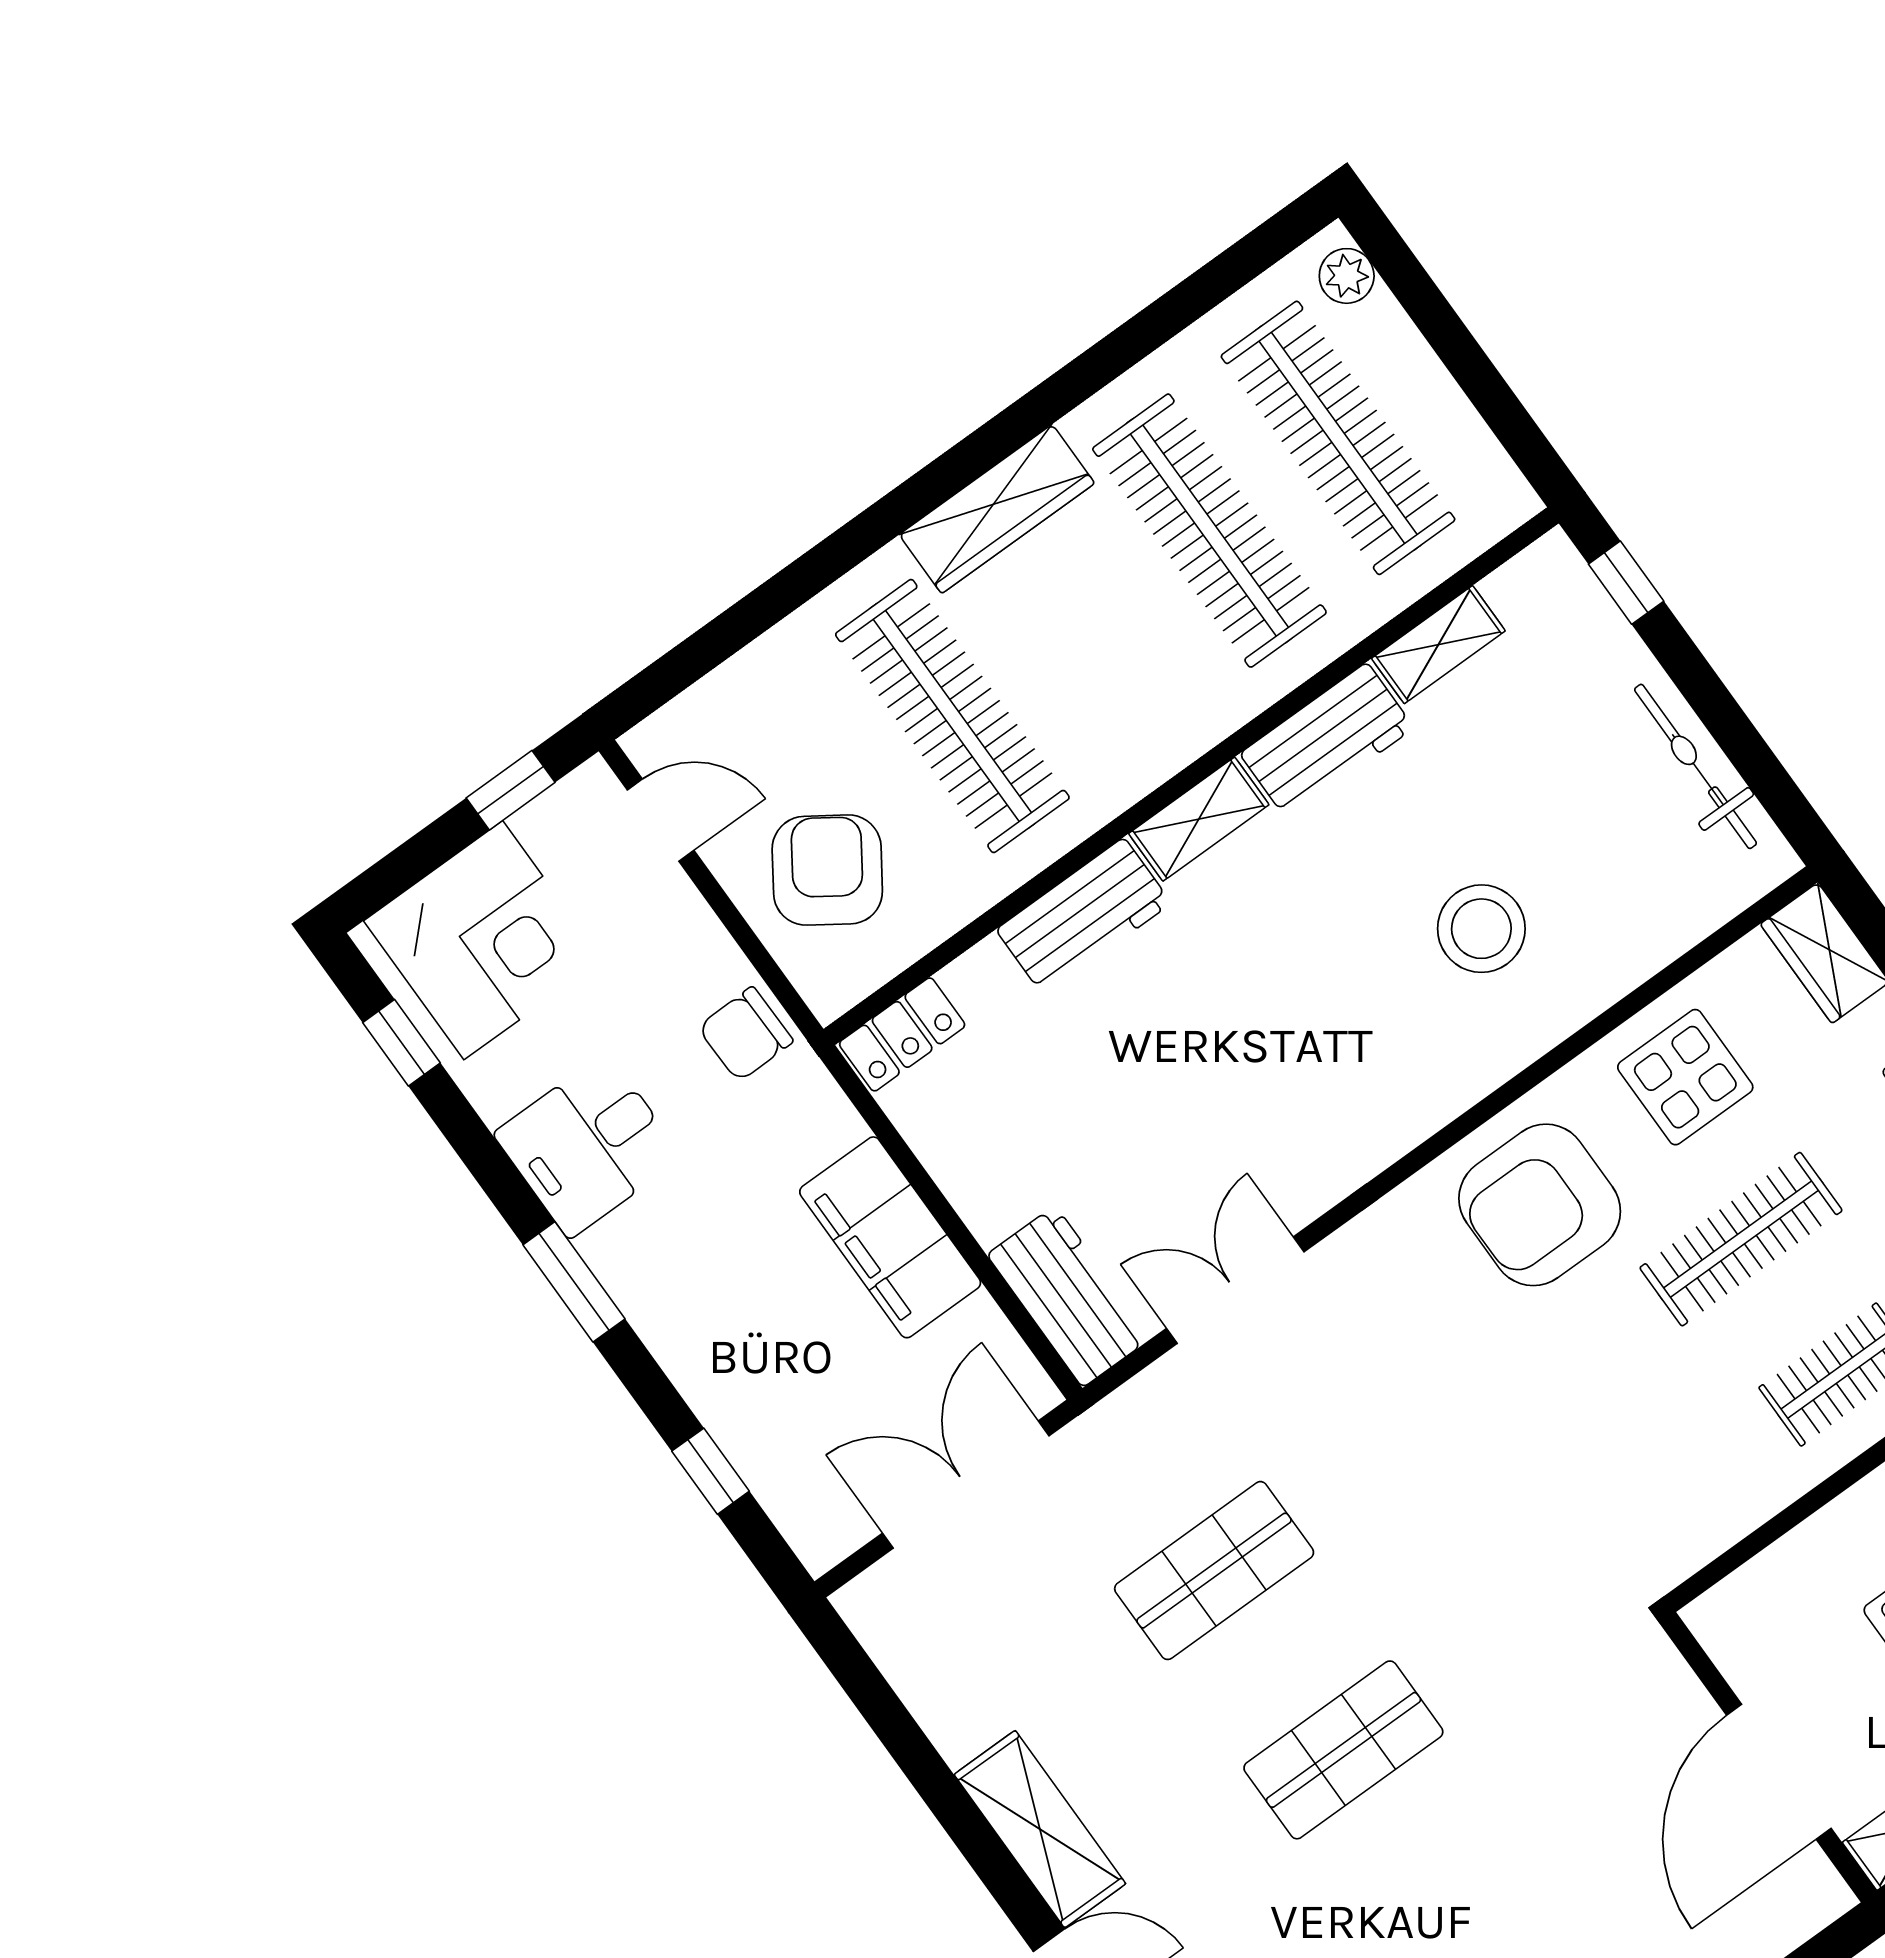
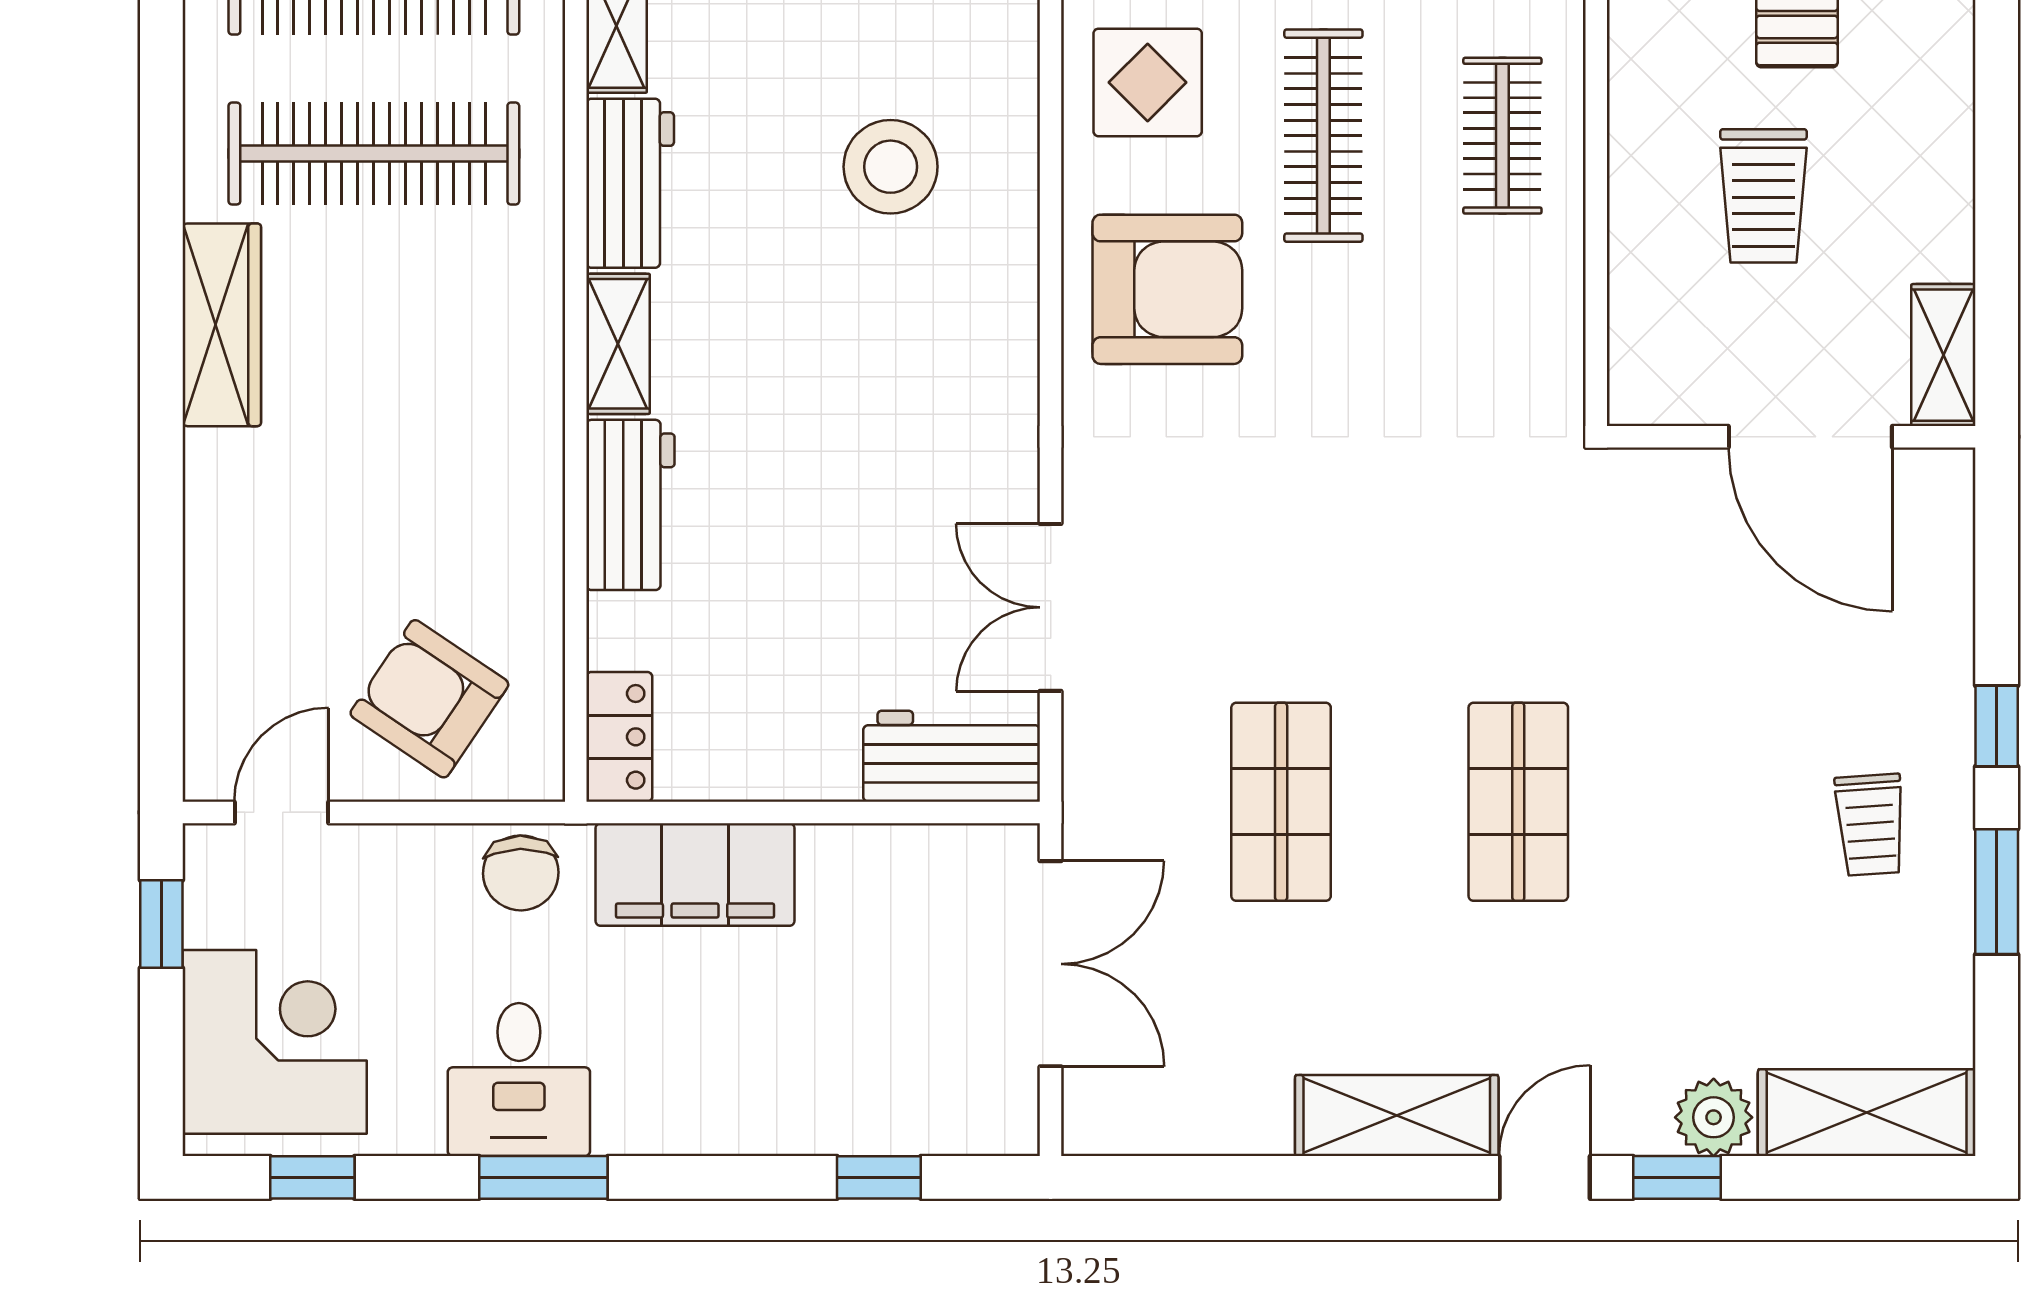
clothes rail: (952, 716) -> (374, 493), removed
armchair: (1540, 1205) -> (1167, 289), turned -90
filing cabinet: (890, 1237) -> (695, 875), moved
window: (574, 1282) -> (543, 1177), moved
double door: (966, 1485) -> (1051, 964), swing flipped

